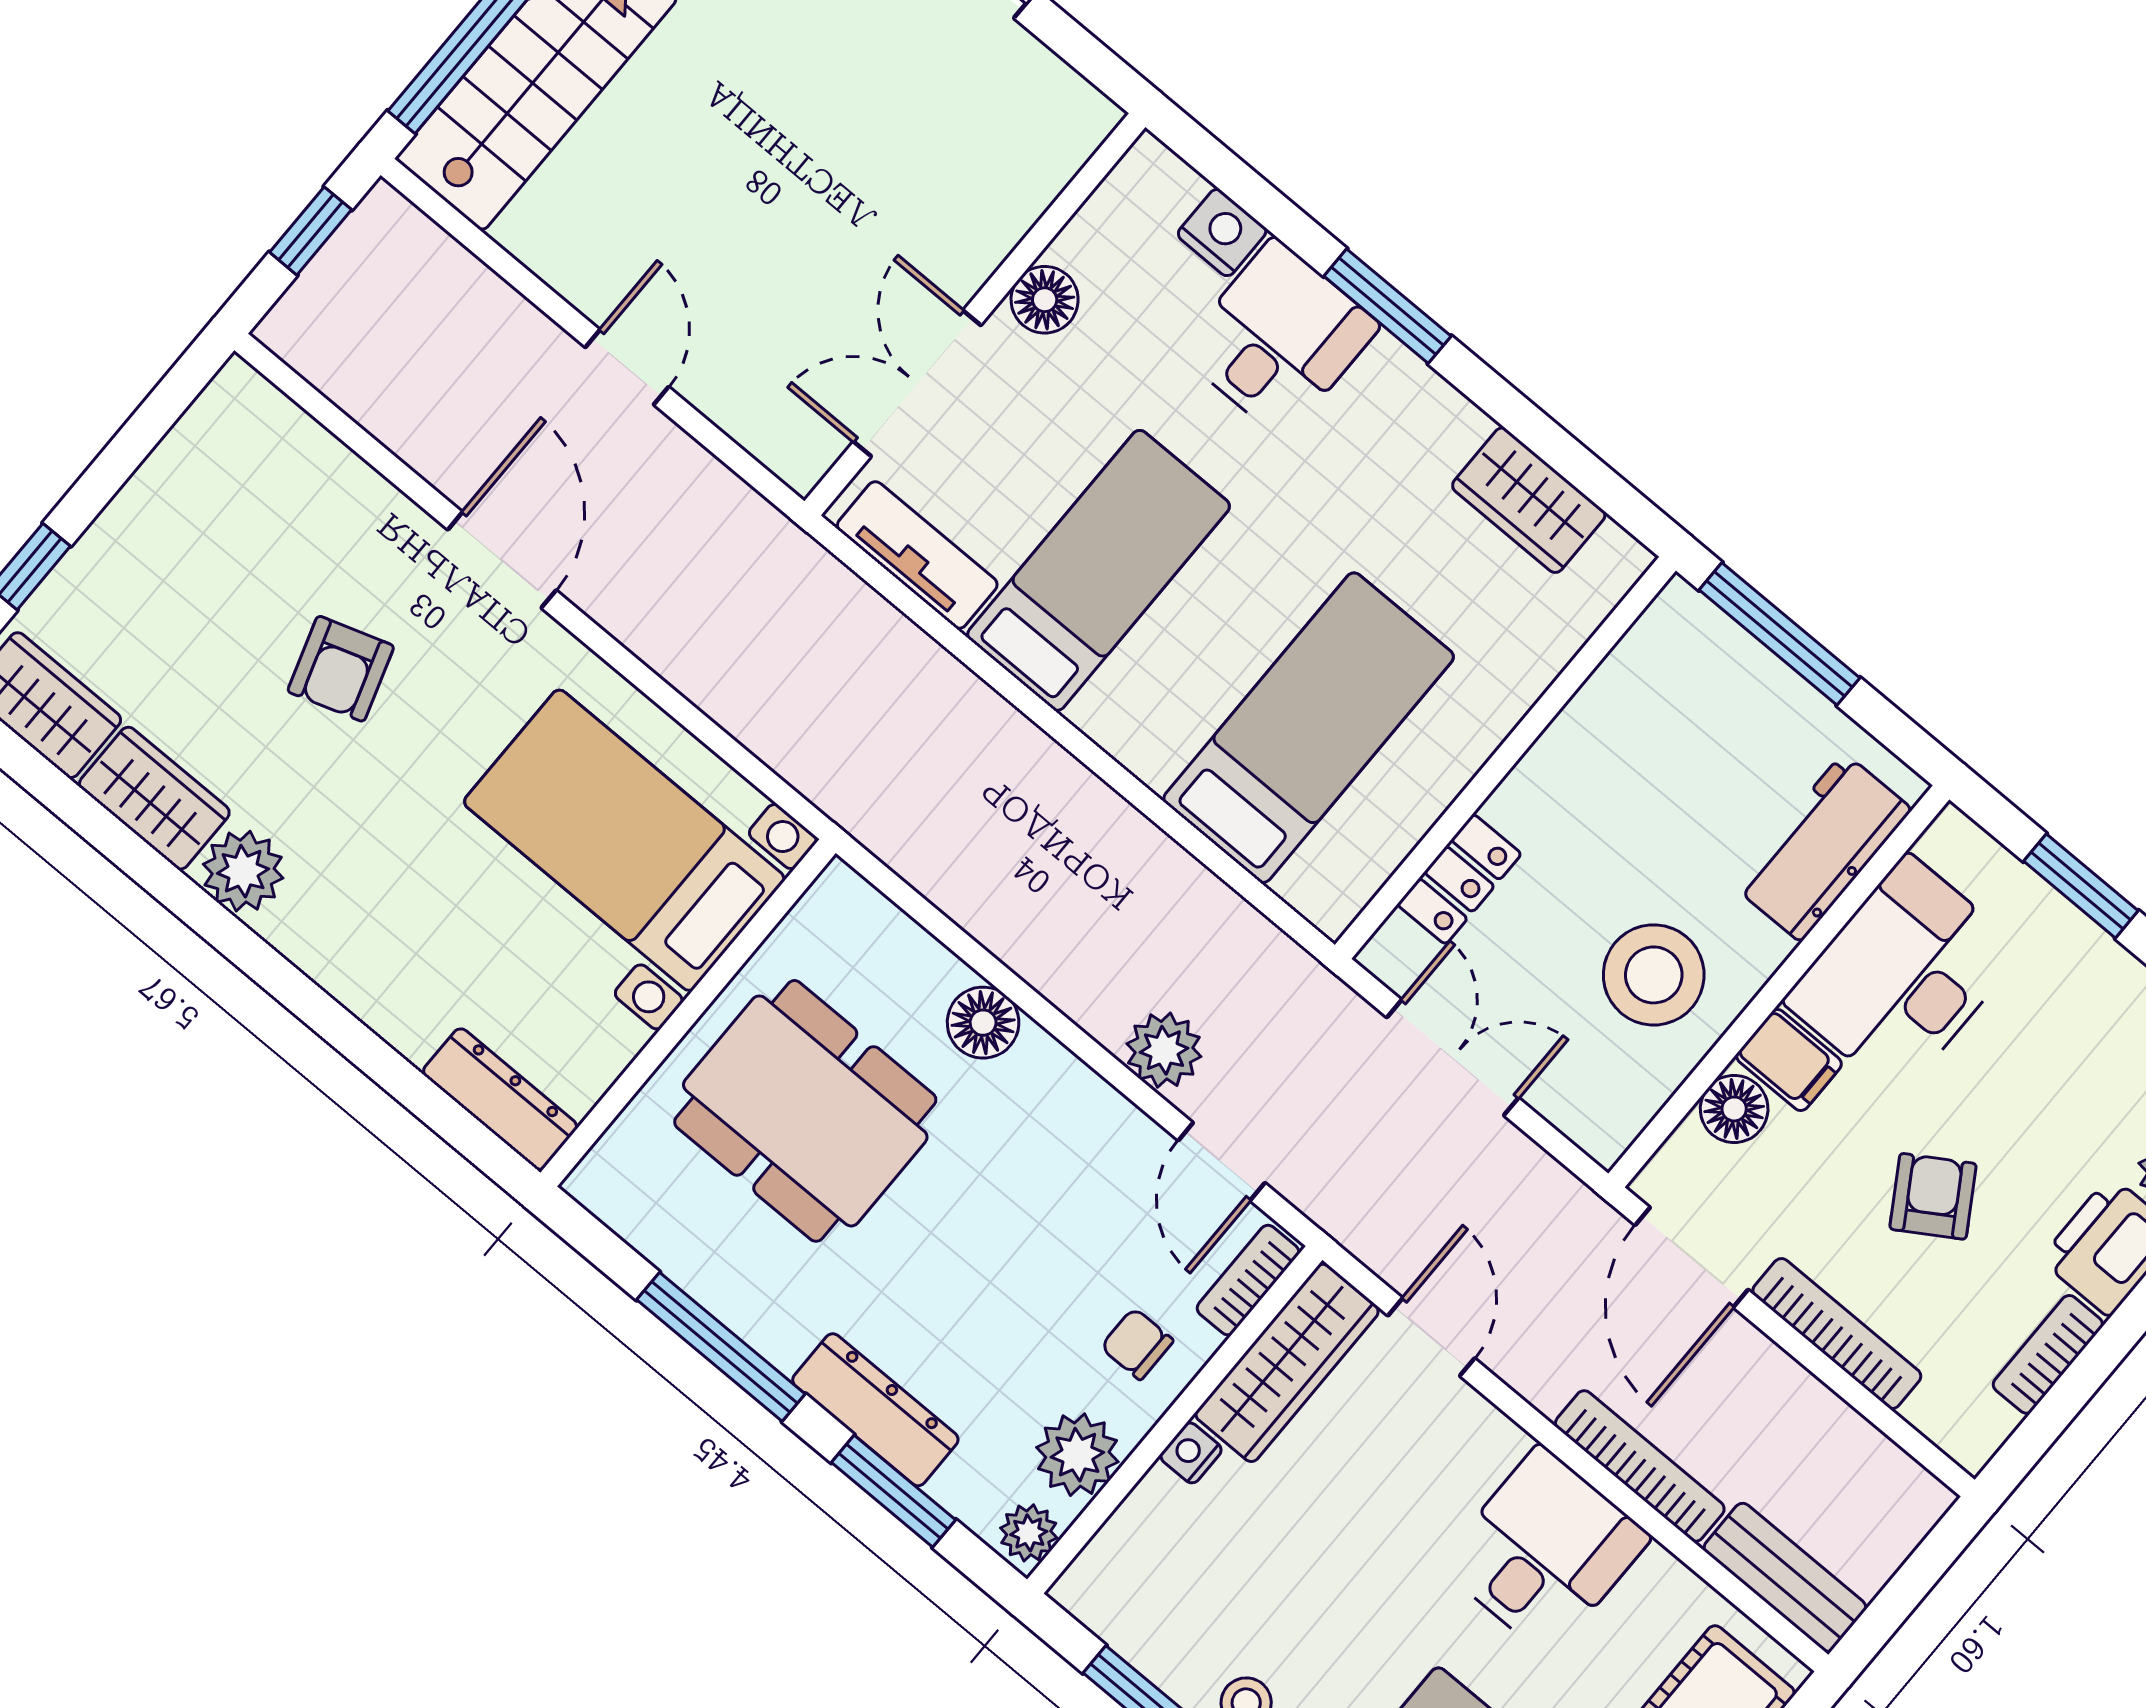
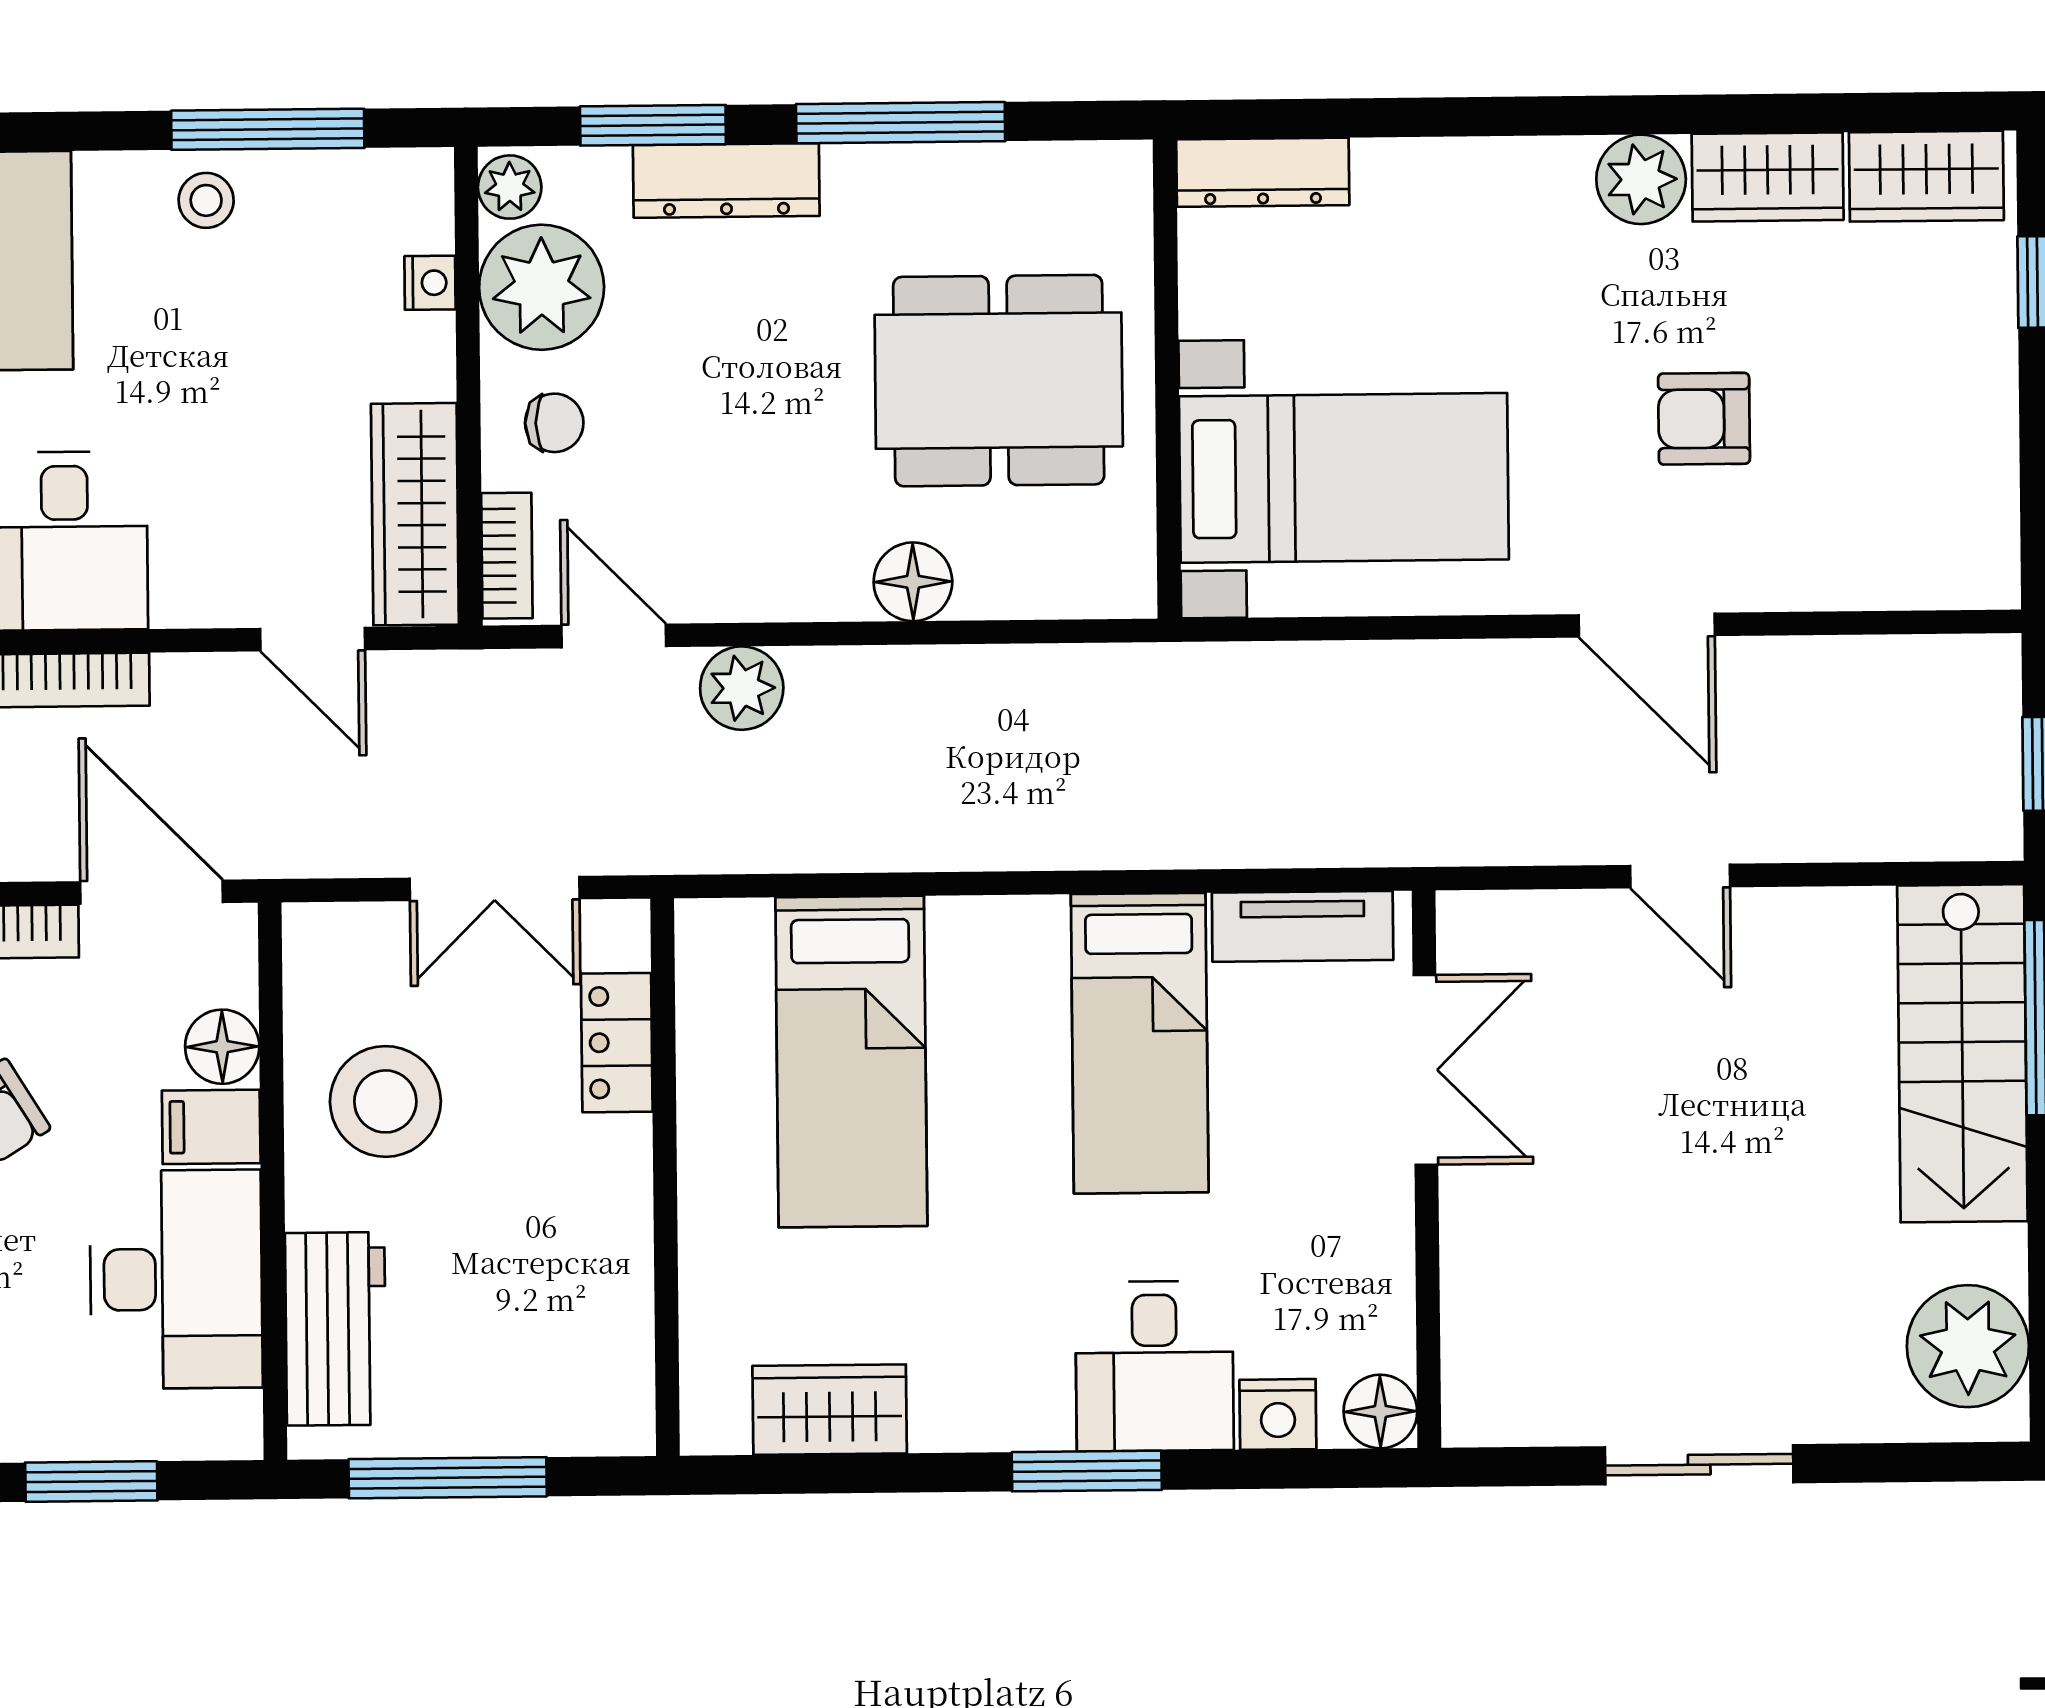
floor lamp: (1045, 300) -> (1380, 1412), moved
window: (1779, 634) -> (448, 1478), moved
armchair: (341, 669) -> (1704, 419), turned -72
nightstand: (1191, 1453) -> (430, 283), moved
plant: (1077, 1455) -> (542, 287), width x1.36, depth x1.36

